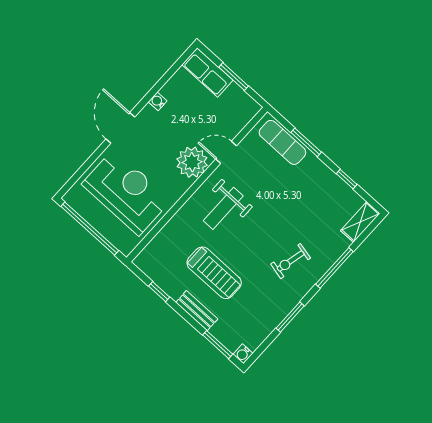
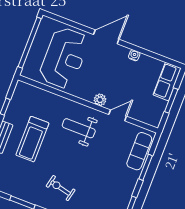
door: (226, 152) -> (118, 115), hinge flipped
plant: (192, 162) -> (100, 100), width x0.53, depth x0.53

